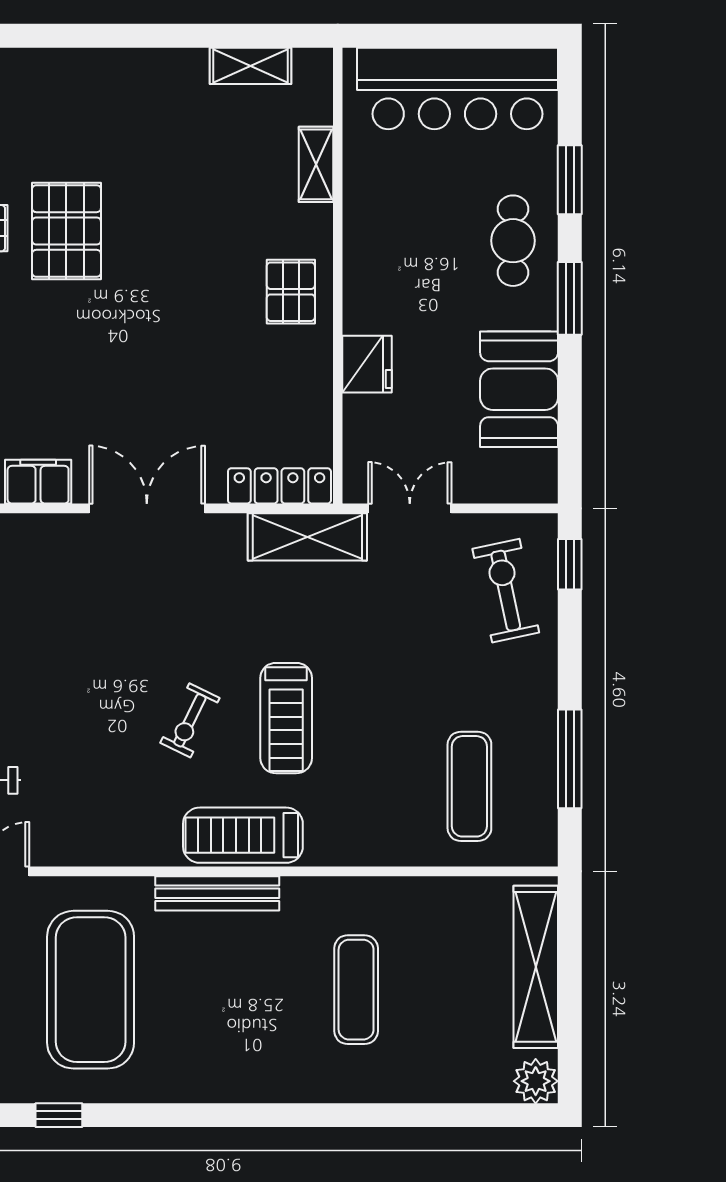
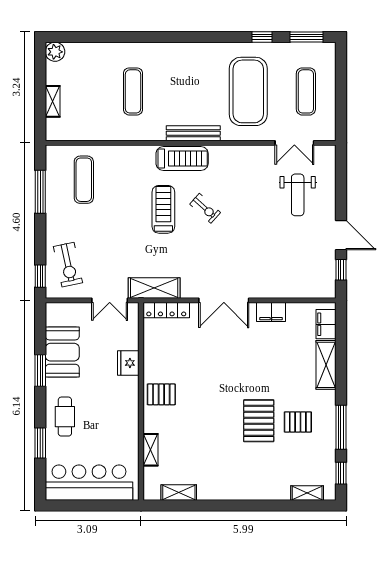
pallet: (291, 292) -> (161, 394), turned 90
window: (570, 298) -> (40, 371), moved
exercise bike: (190, 720) -> (205, 208), turned 106
shelving: (536, 967) -> (53, 101), width x0.45, depth x0.75

